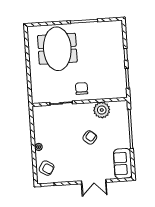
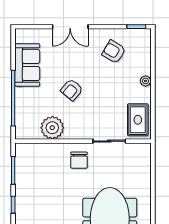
rug: (42, 119) -> (138, 120), added
sofa: (123, 164) -> (27, 65), moved
armchair: (47, 168) -> (114, 52), moved
double door: (94, 182) -> (70, 27), swing flipped

